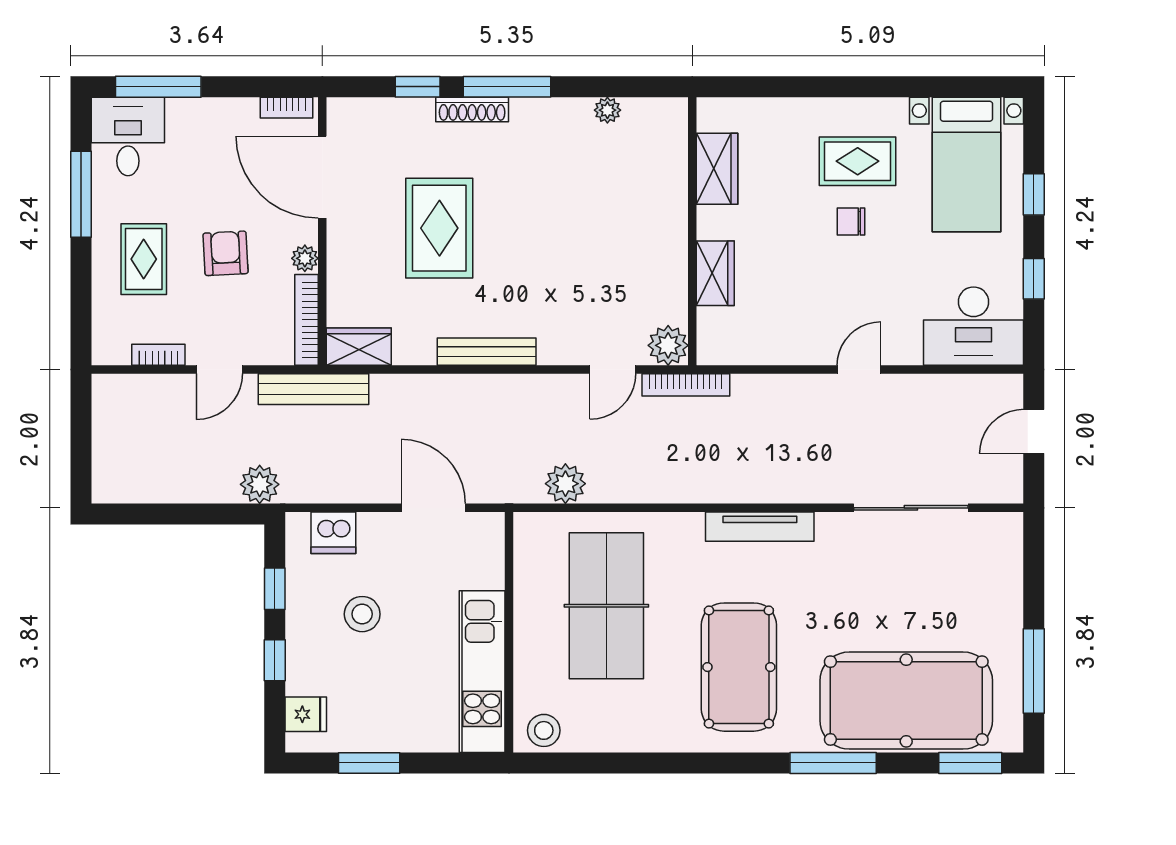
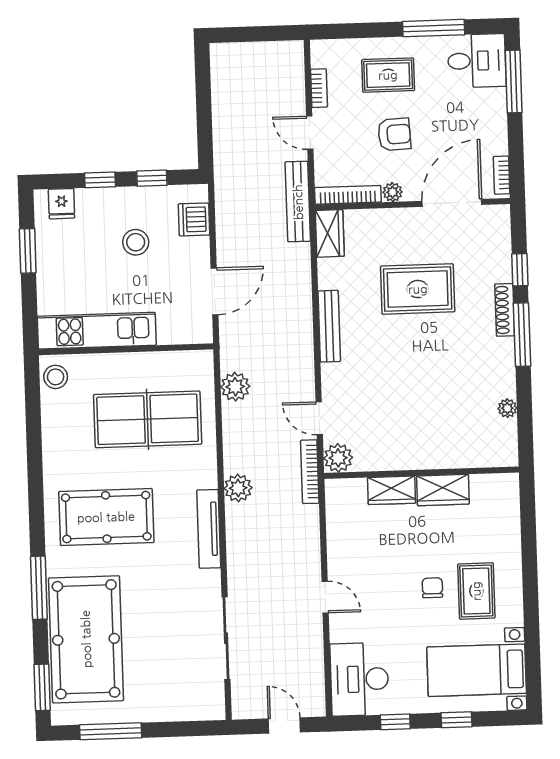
wardrobe: (717, 169) -> (443, 490), moved
plant: (260, 484) -> (238, 488), moved

